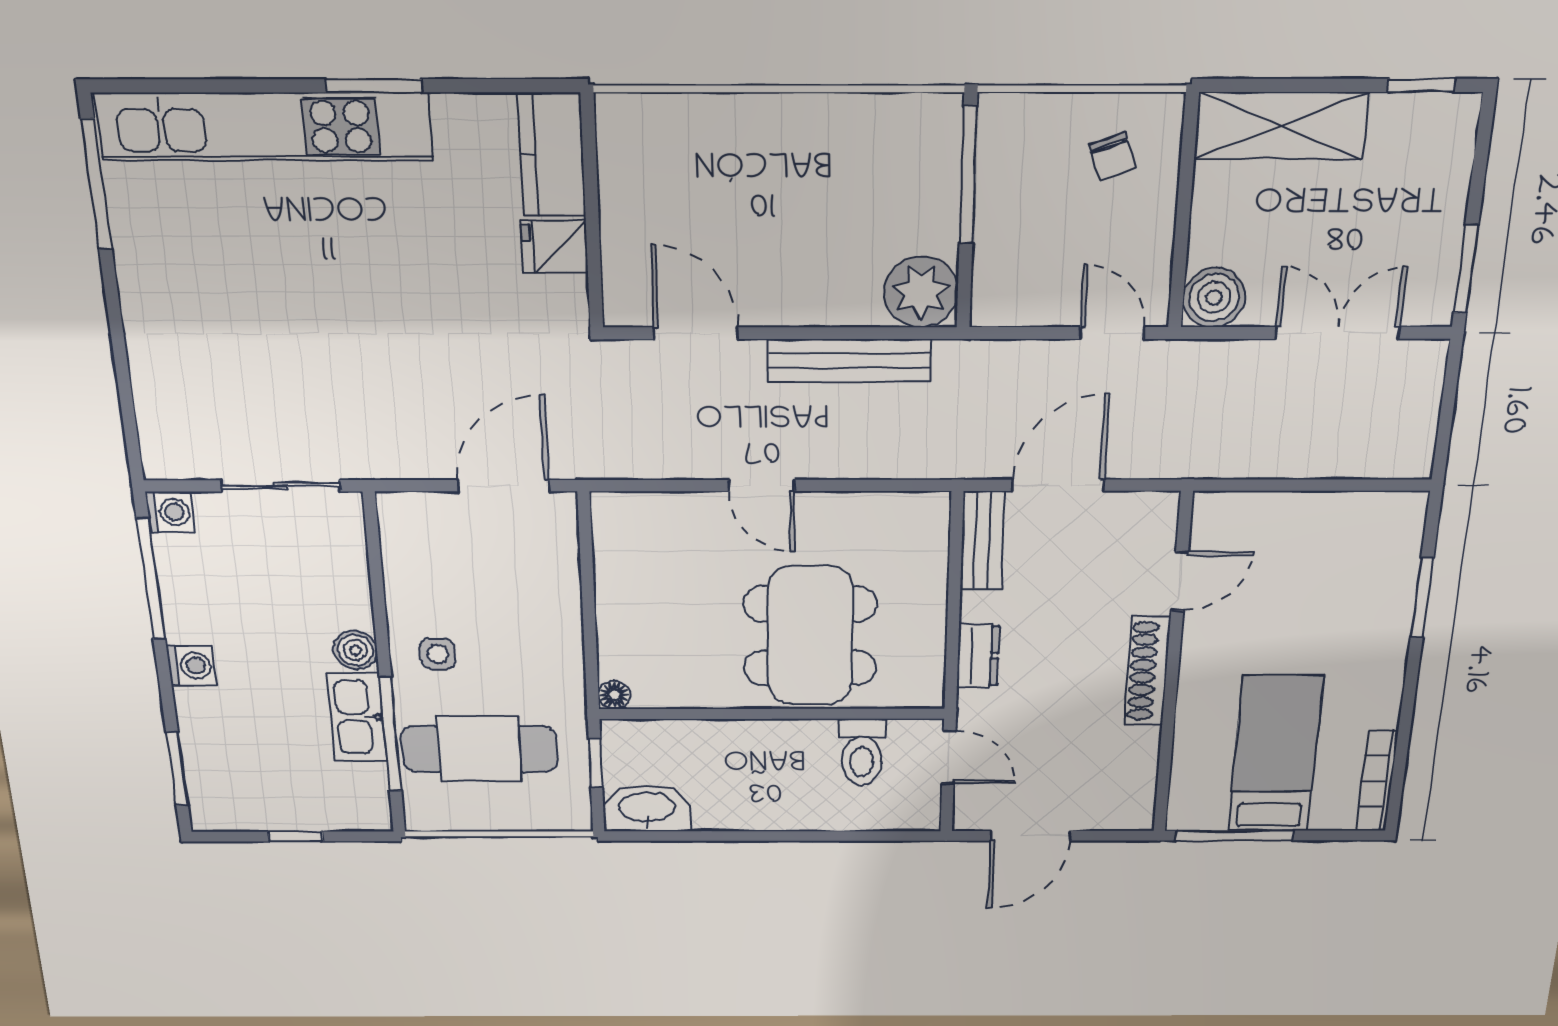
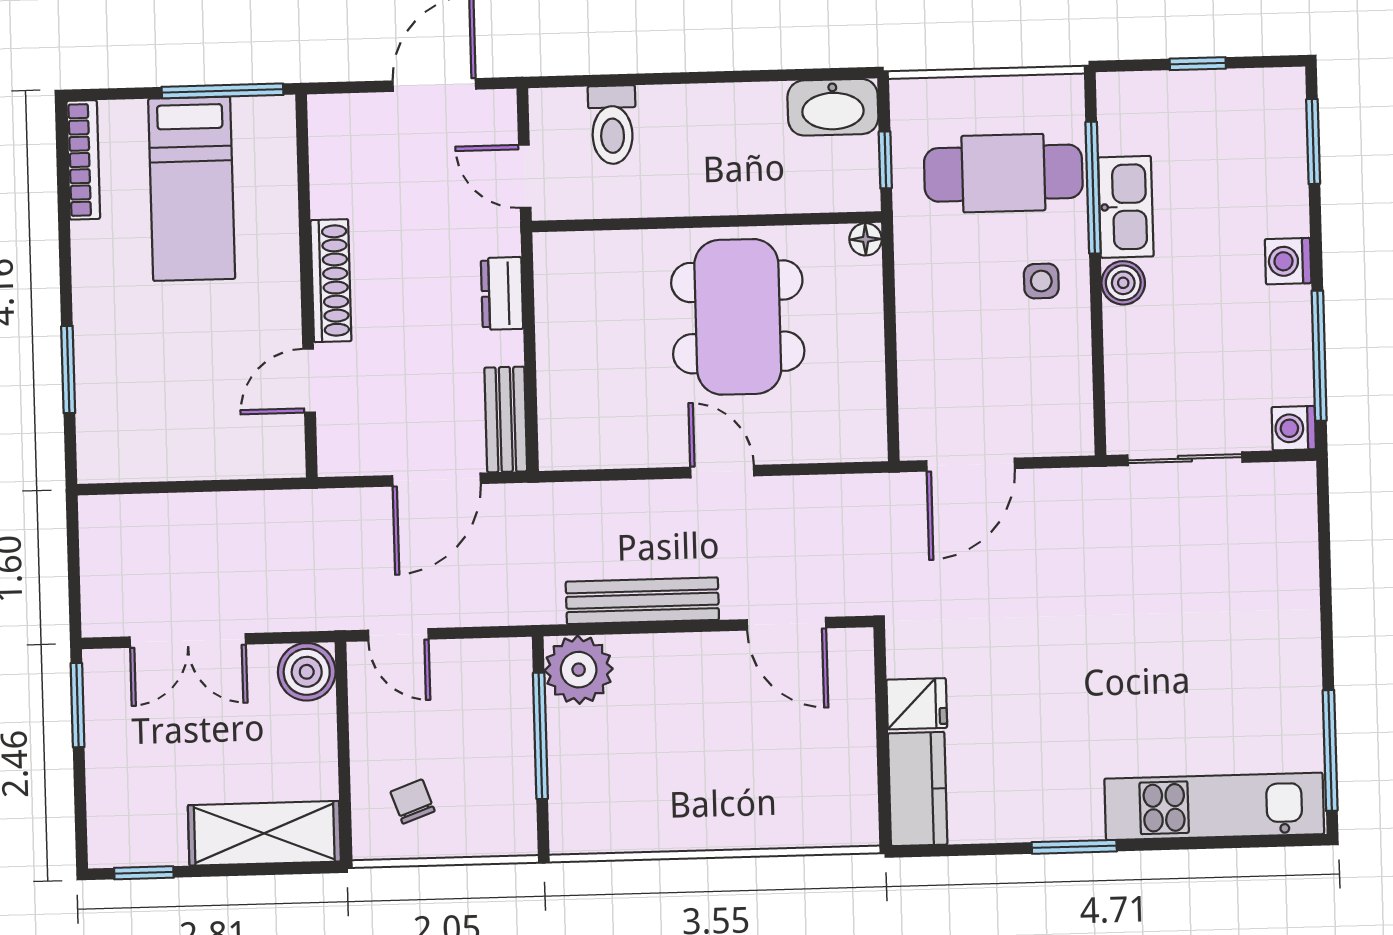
kitchen unit: (264, 127) -> (1214, 806), width x0.73
window: (968, 175) -> (540, 736), moved
dining table: (810, 636) -> (738, 317), moved
toilet: (862, 752) -> (612, 125), moved, turned 180

